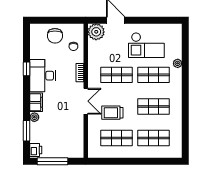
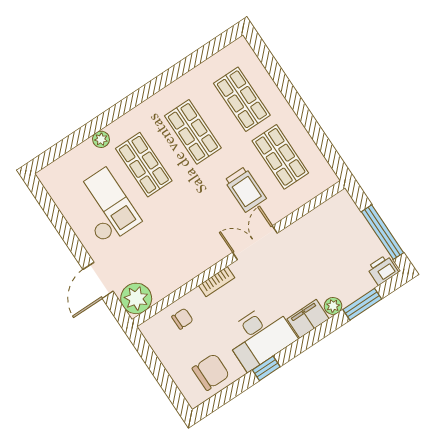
chair: (55, 36) -> (211, 372), moved
shop shelf: (116, 75) -> (182, 222), removed

